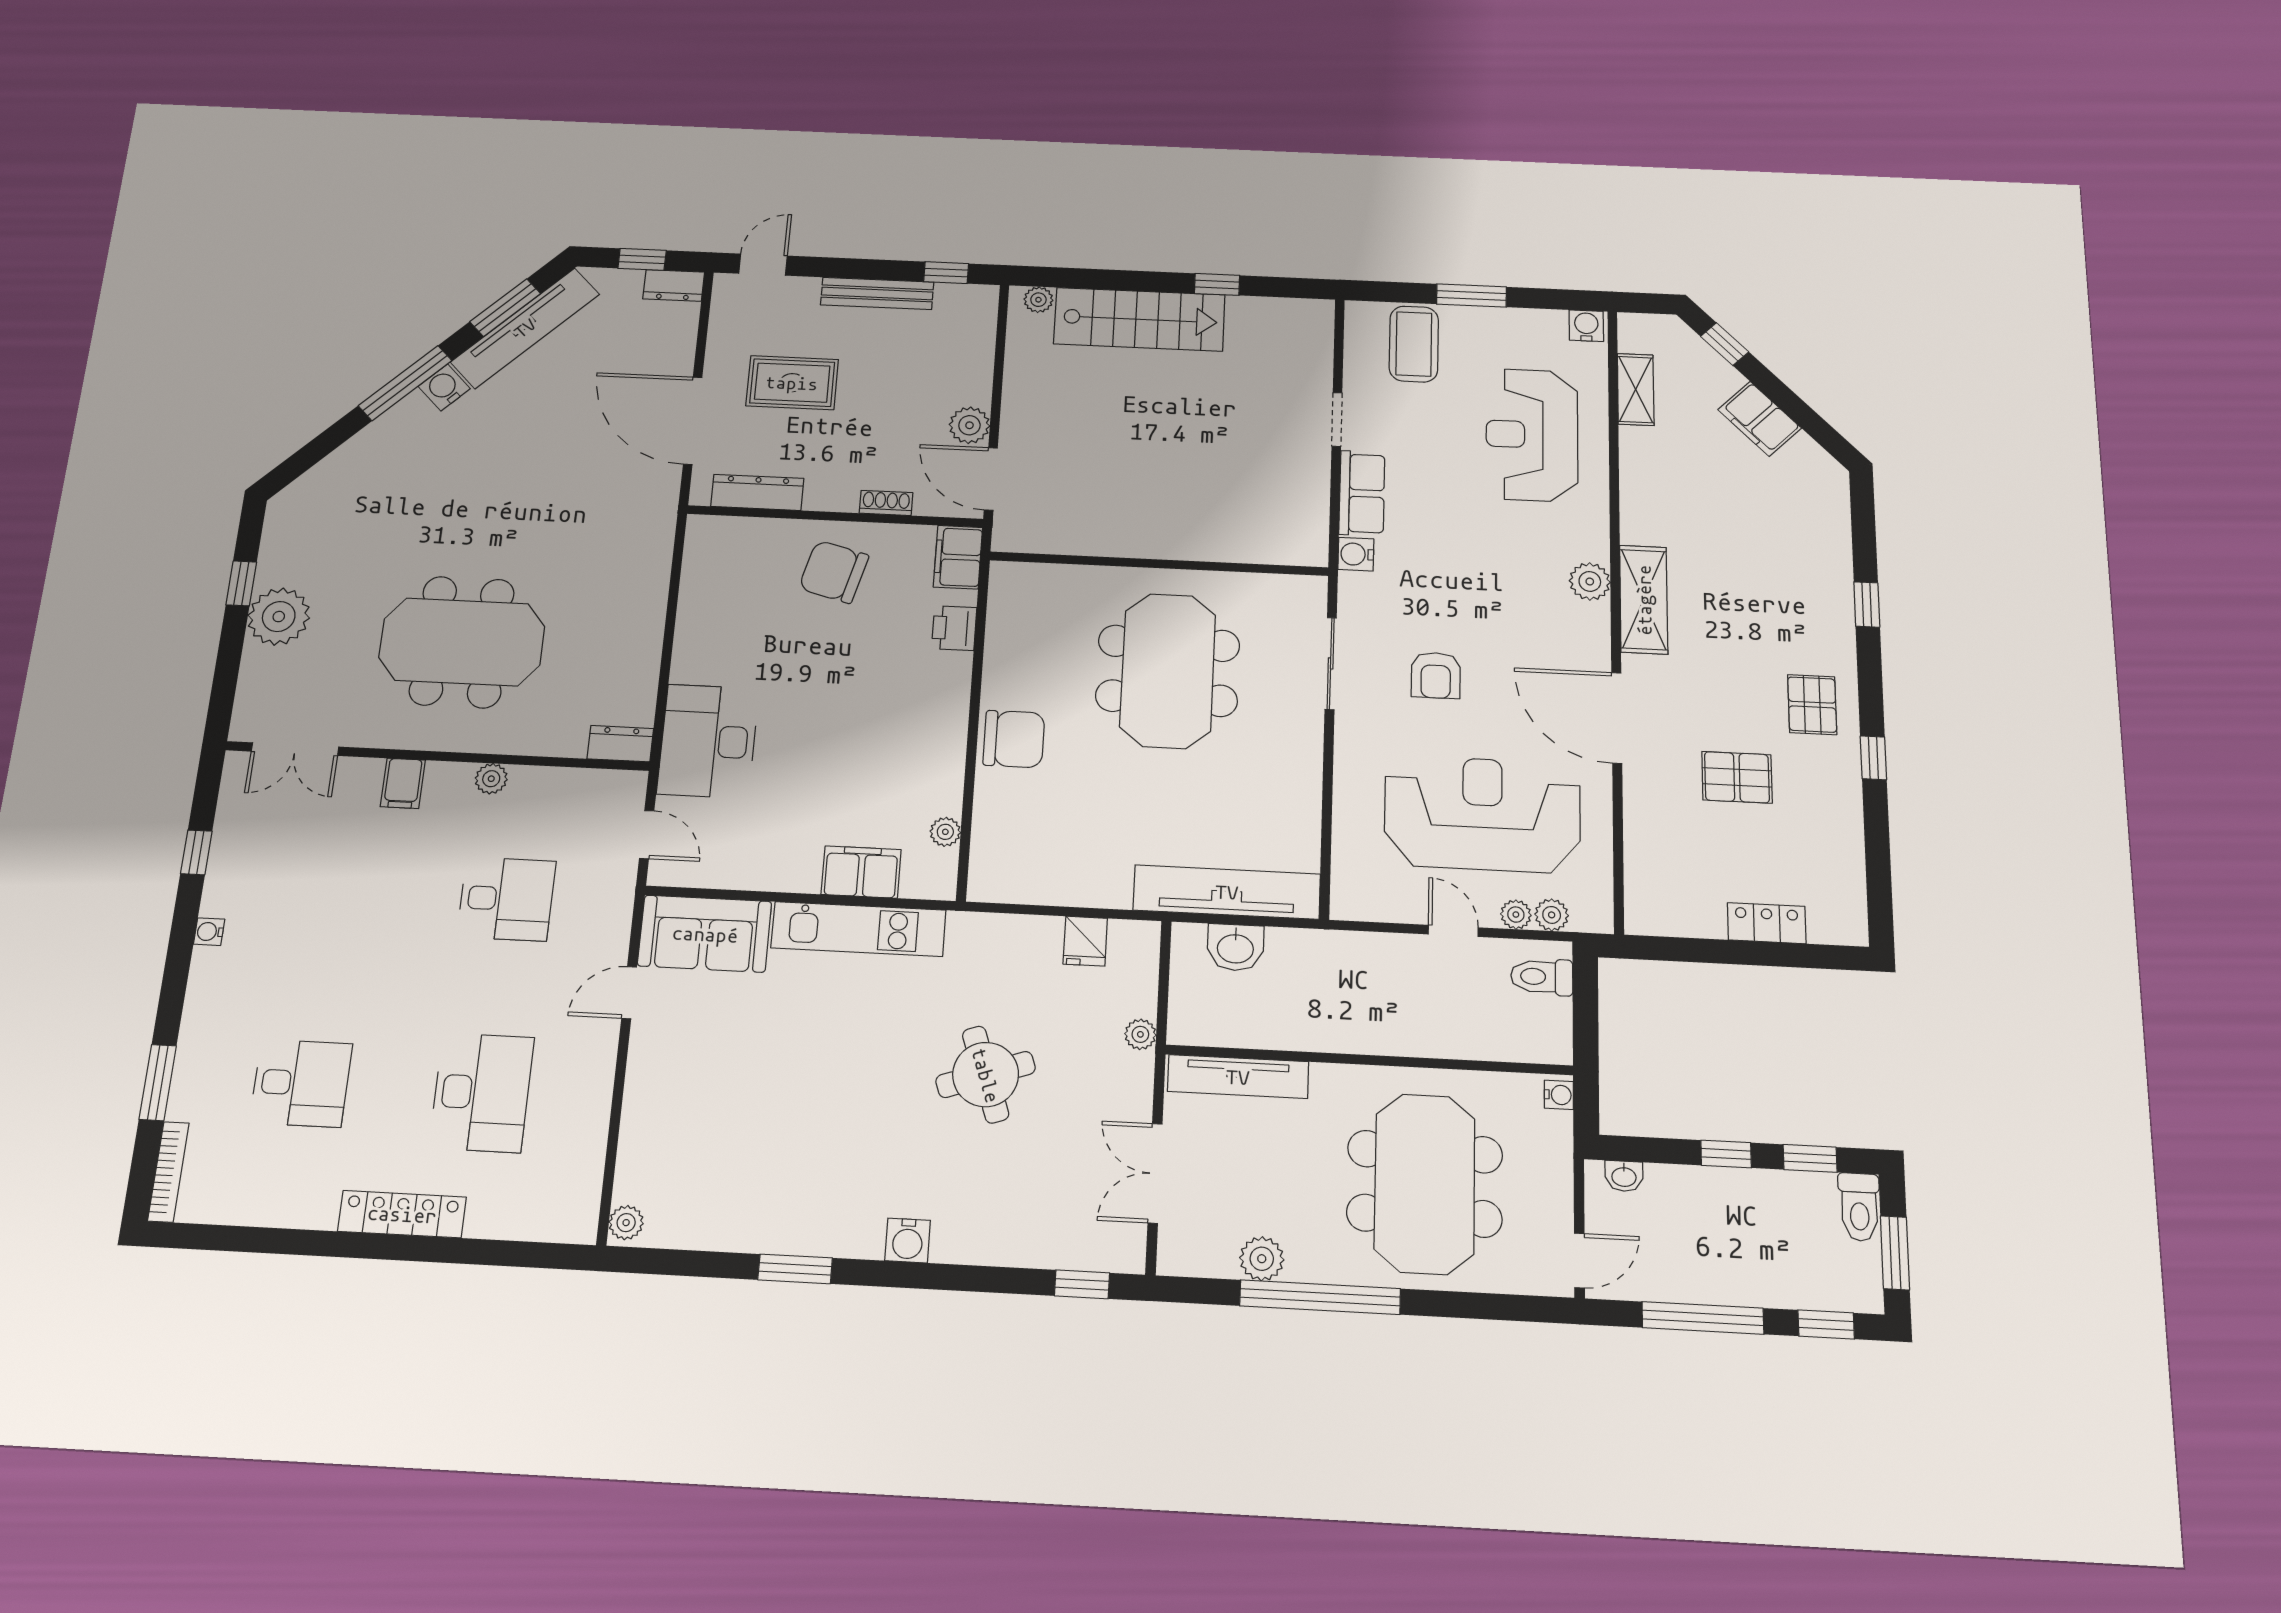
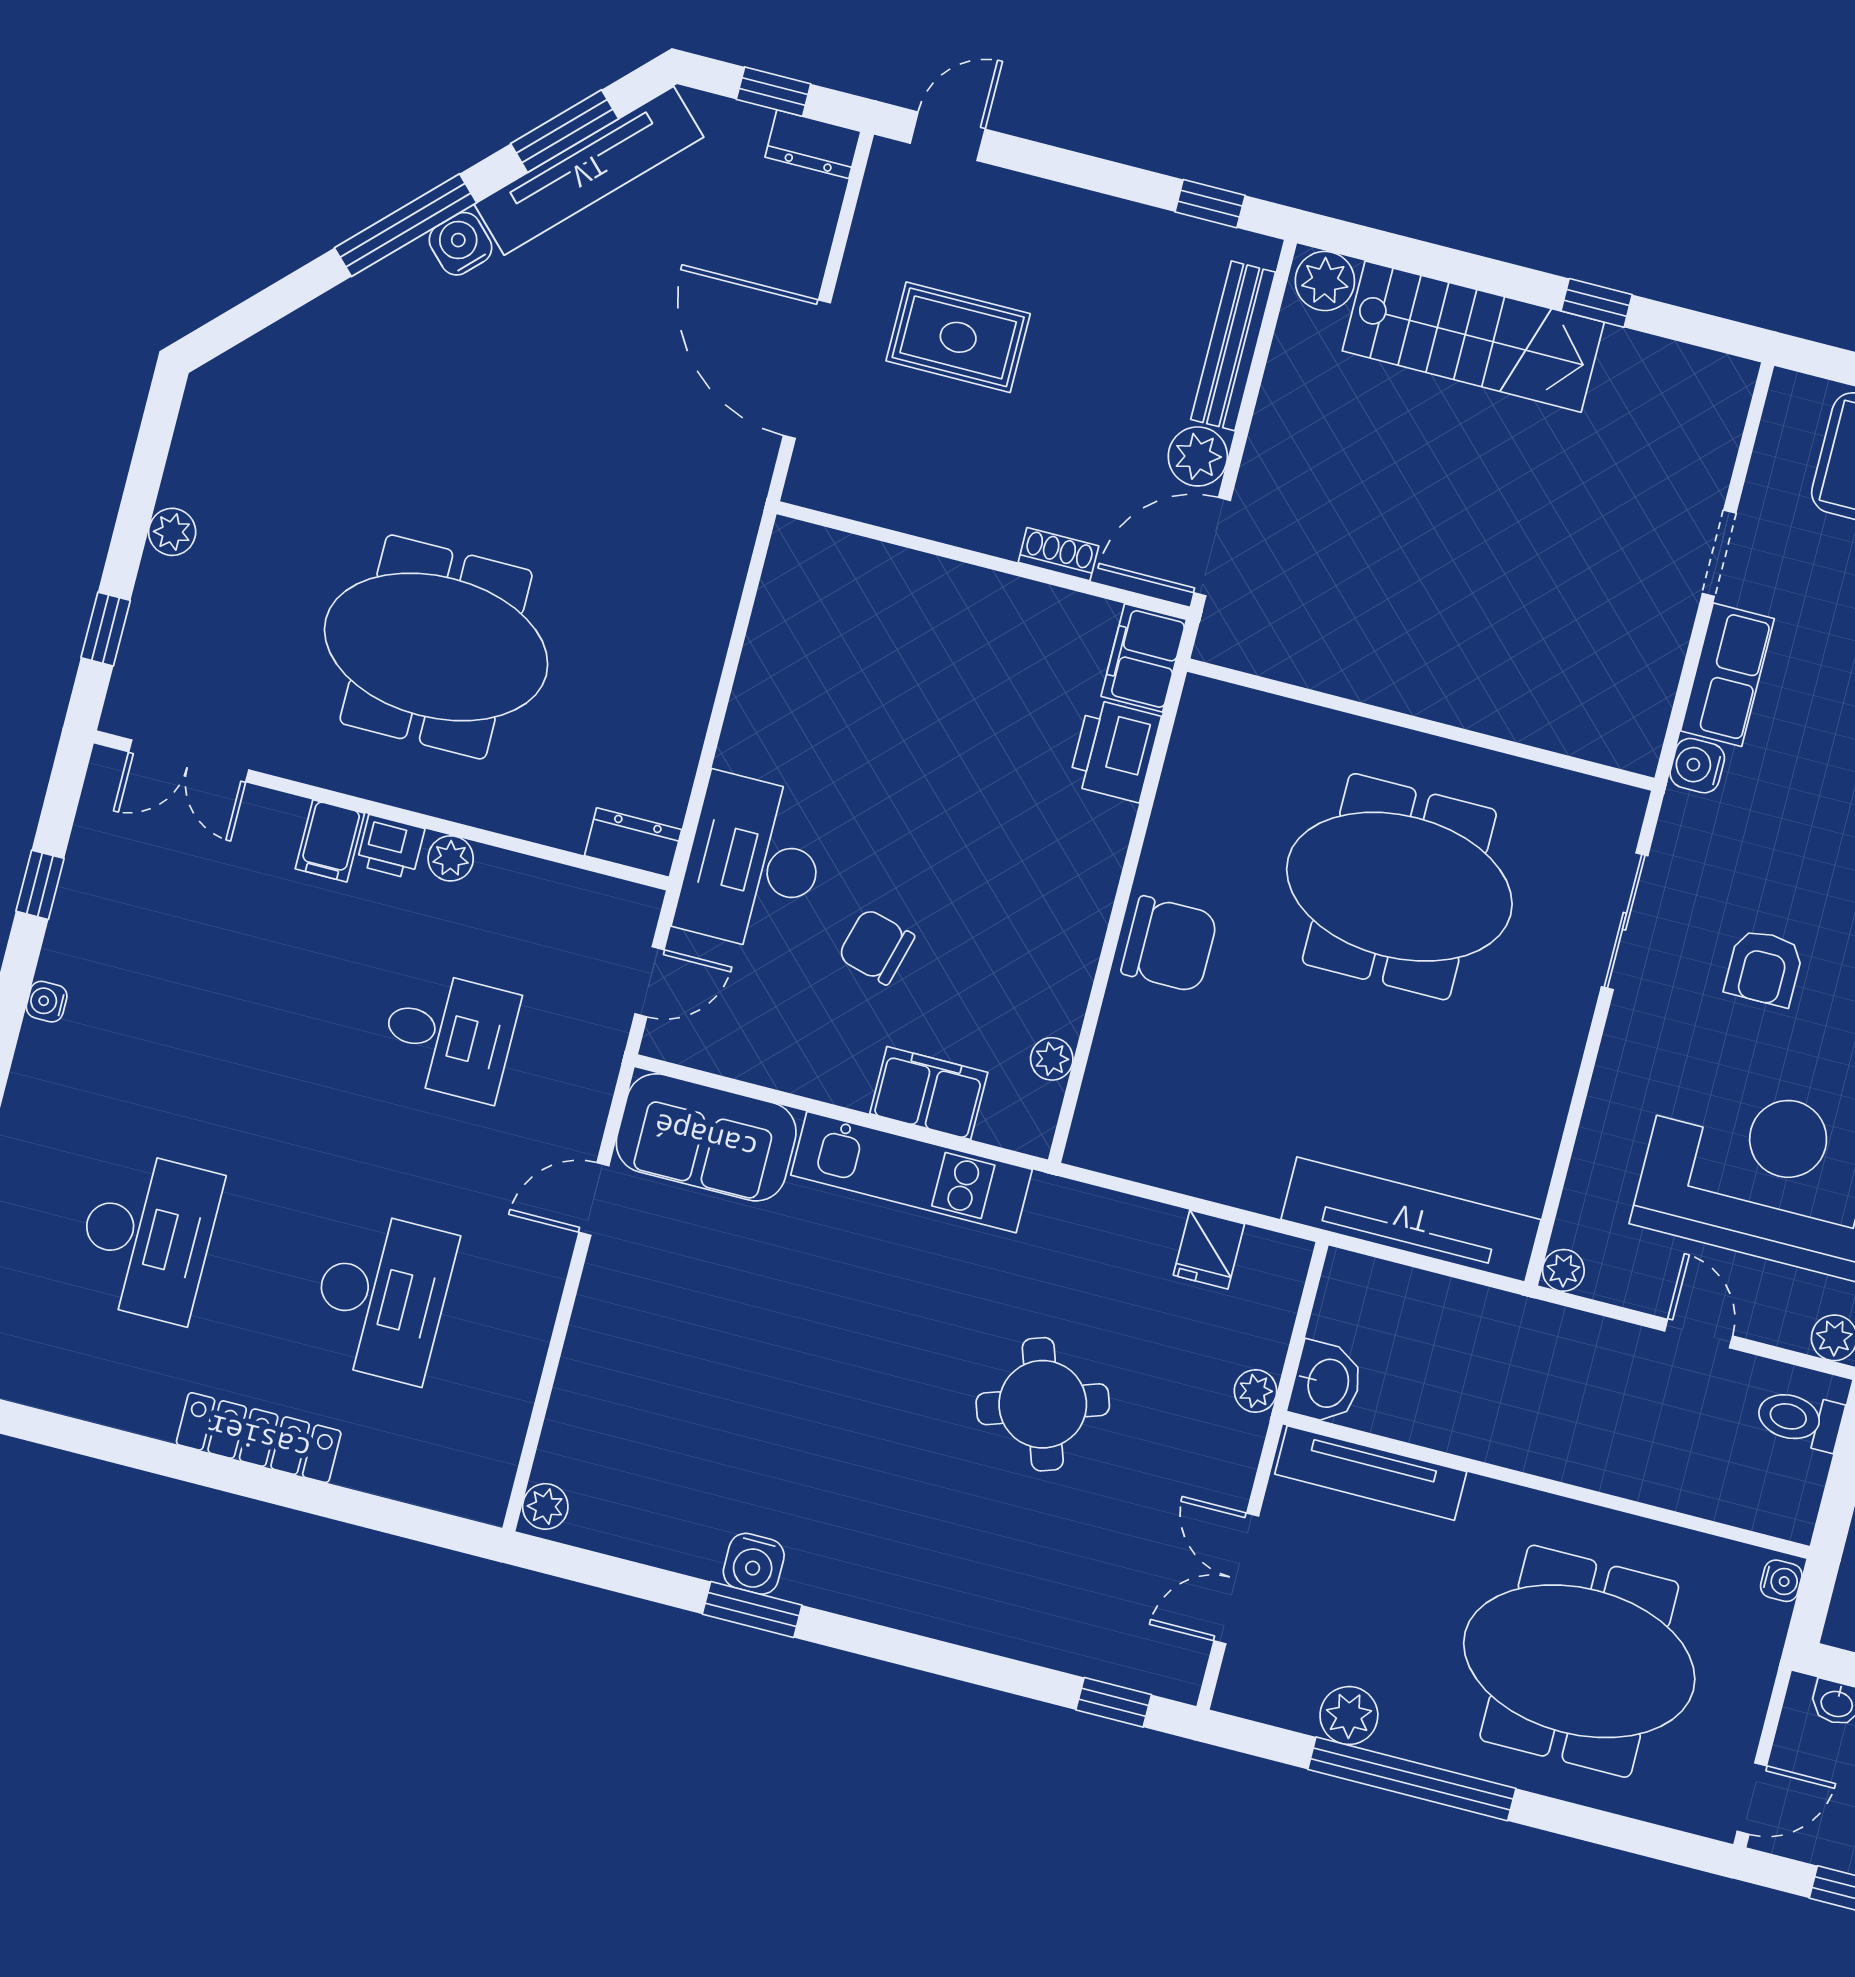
bench: (877, 293) -> (1233, 346), moved, turned 90
plant: (1038, 300) -> (1325, 281), width x1.38, depth x1.38
door: (991, 479) -> (1212, 547), hinge flipped
dresser: (757, 492) -> (880, 501), removed
chair: (834, 572) -> (876, 947), moved, width x0.73, depth x0.73
window: (241, 583) -> (106, 629), moved
plant: (279, 617) -> (172, 532), width x0.53, depth x0.53
printer: (954, 628) -> (1115, 751), width x1.36, depth x1.24
meeting table: (1168, 671) -> (1399, 887), turned 90
printer: (447, 779) -> (390, 847), added
door: (647, 835) -> (650, 982), hinge flipped
plant: (1516, 915) -> (1563, 1270), moved
washbasin: (1235, 947) -> (1326, 1383), moved, turned -90
desk: (301, 1083) -> (147, 1236), width x1.37
meeting table: (1425, 1184) -> (1579, 1661), turned 90
water cooler: (908, 1241) -> (754, 1564), moved

